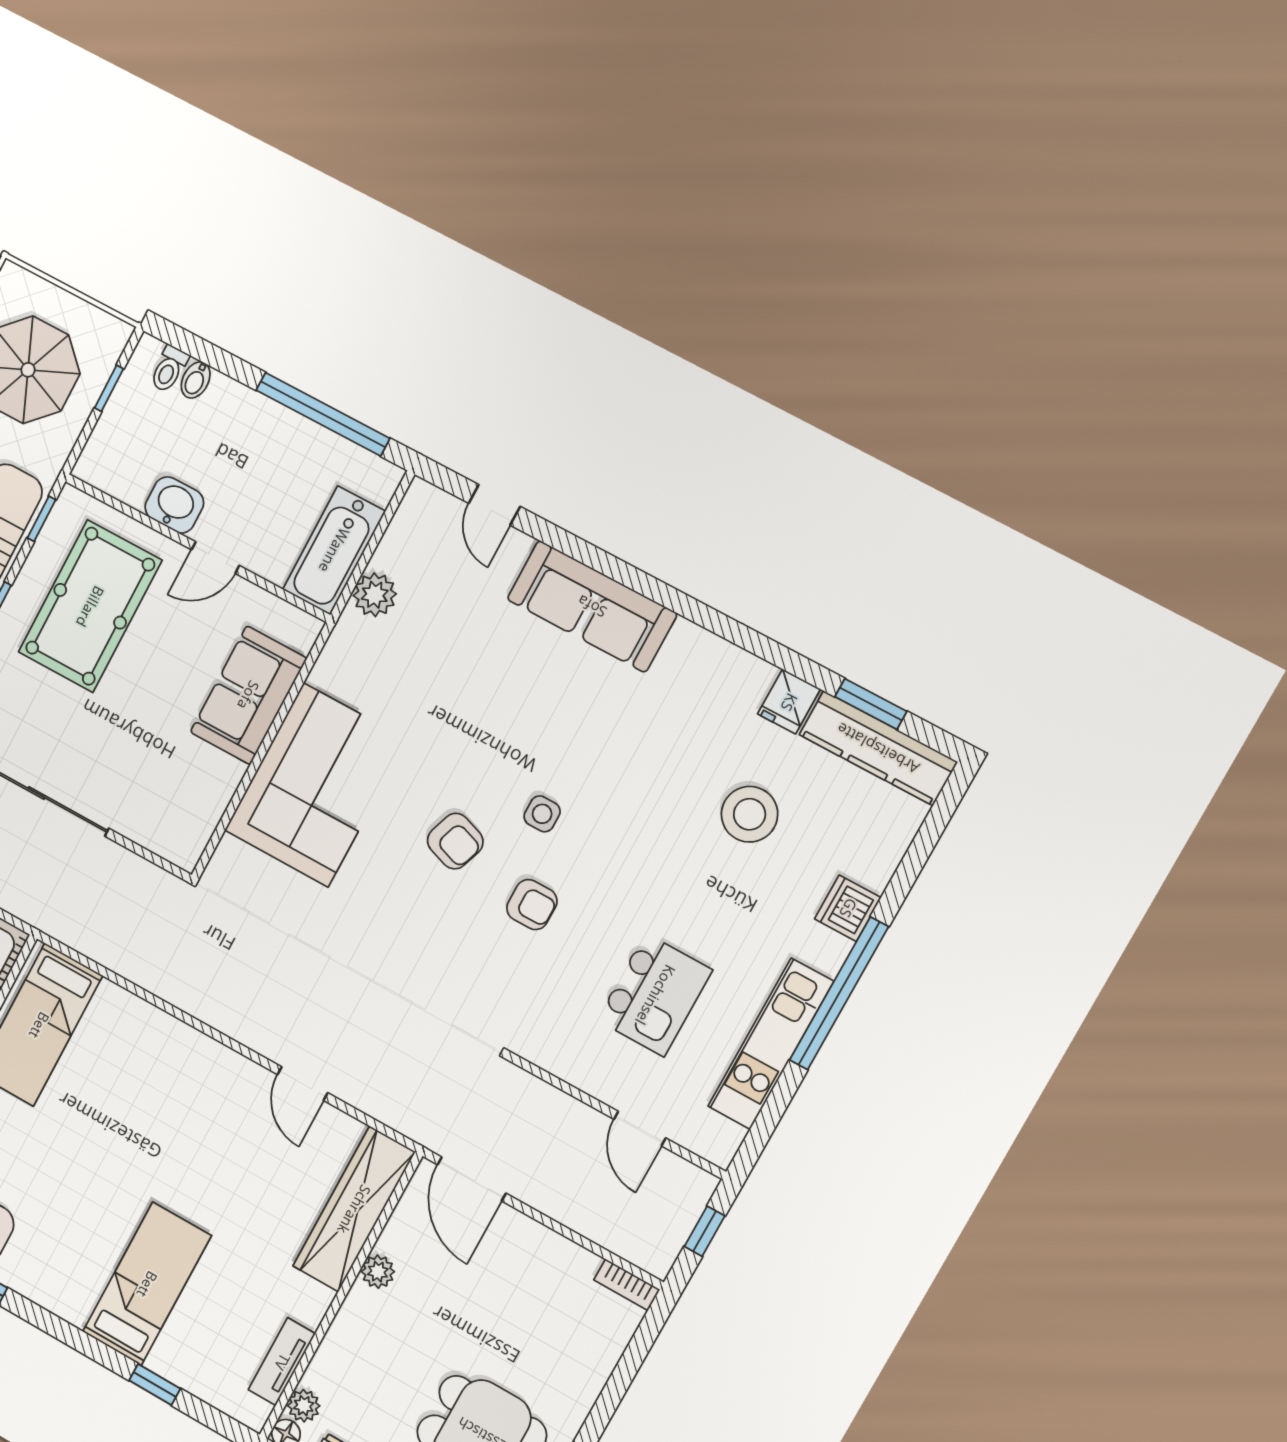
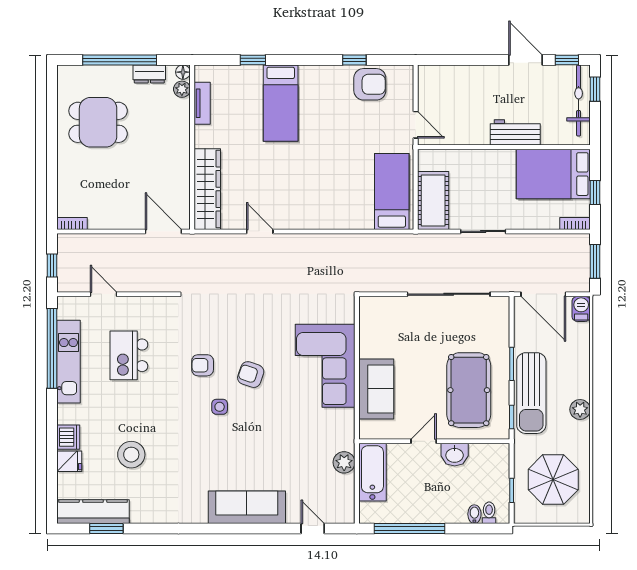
fridge: (789, 702) -> (69, 461), moved, turned 90
window: (839, 993) -> (52, 348), moved
plant: (378, 1272) -> (182, 167), removed

